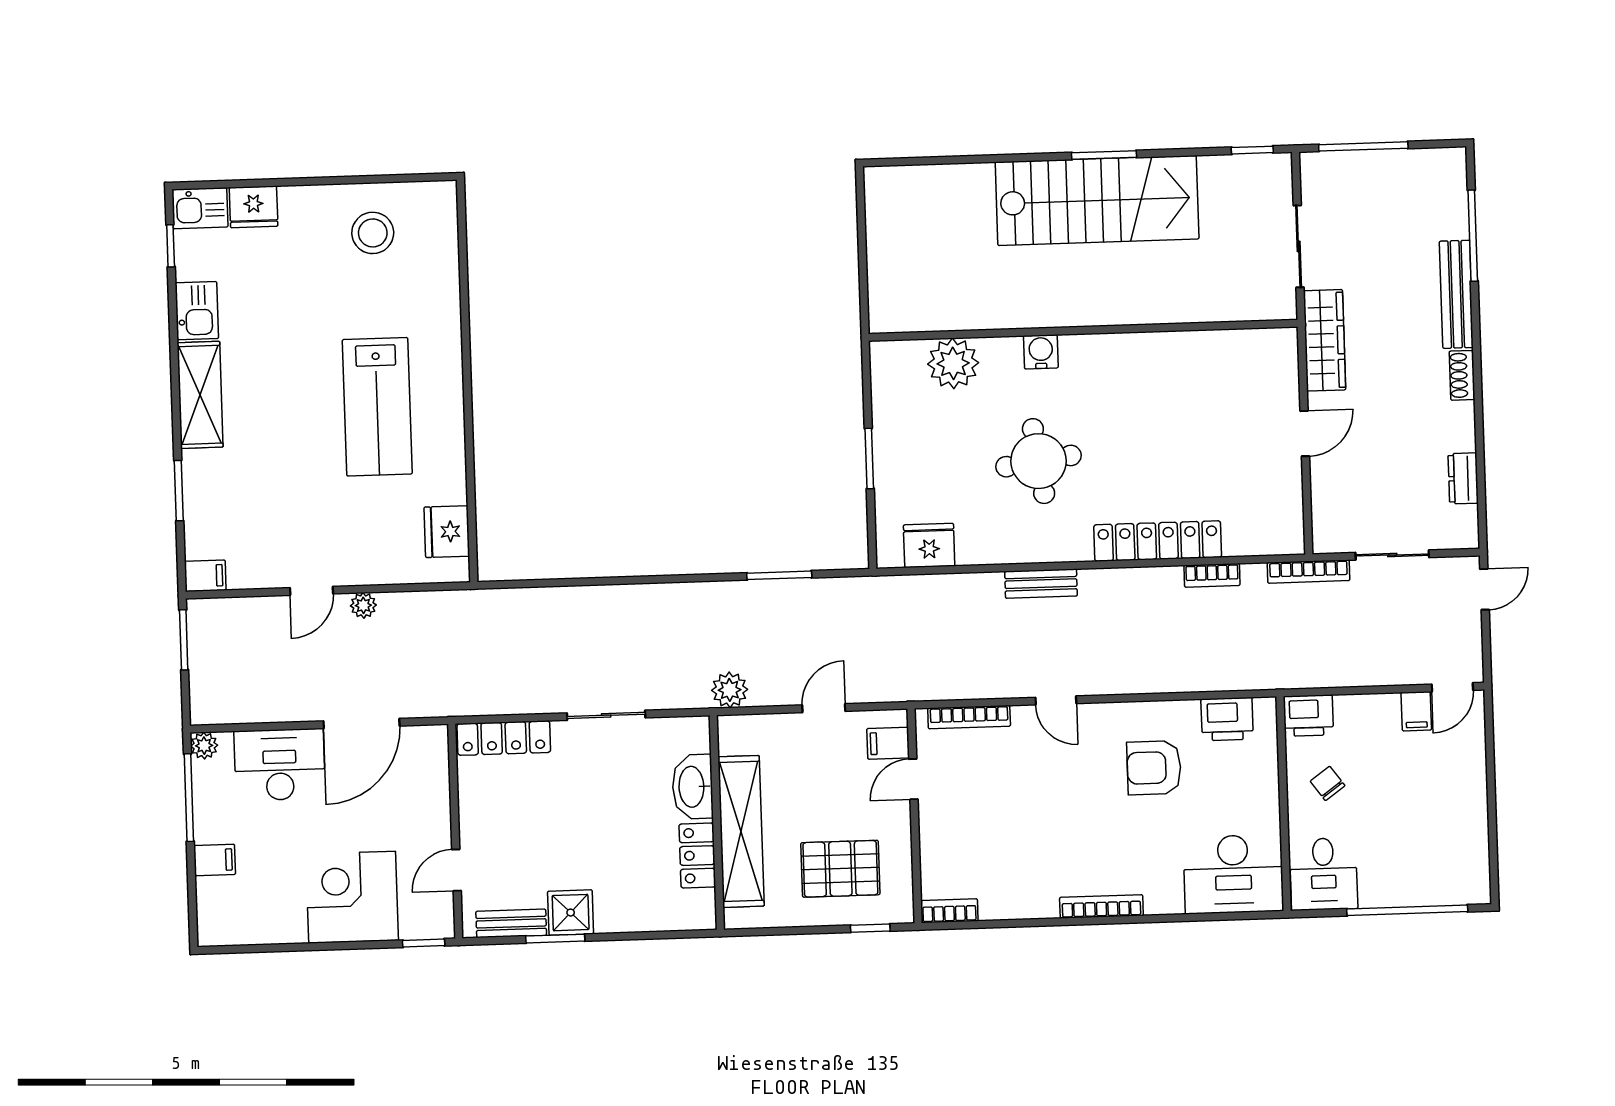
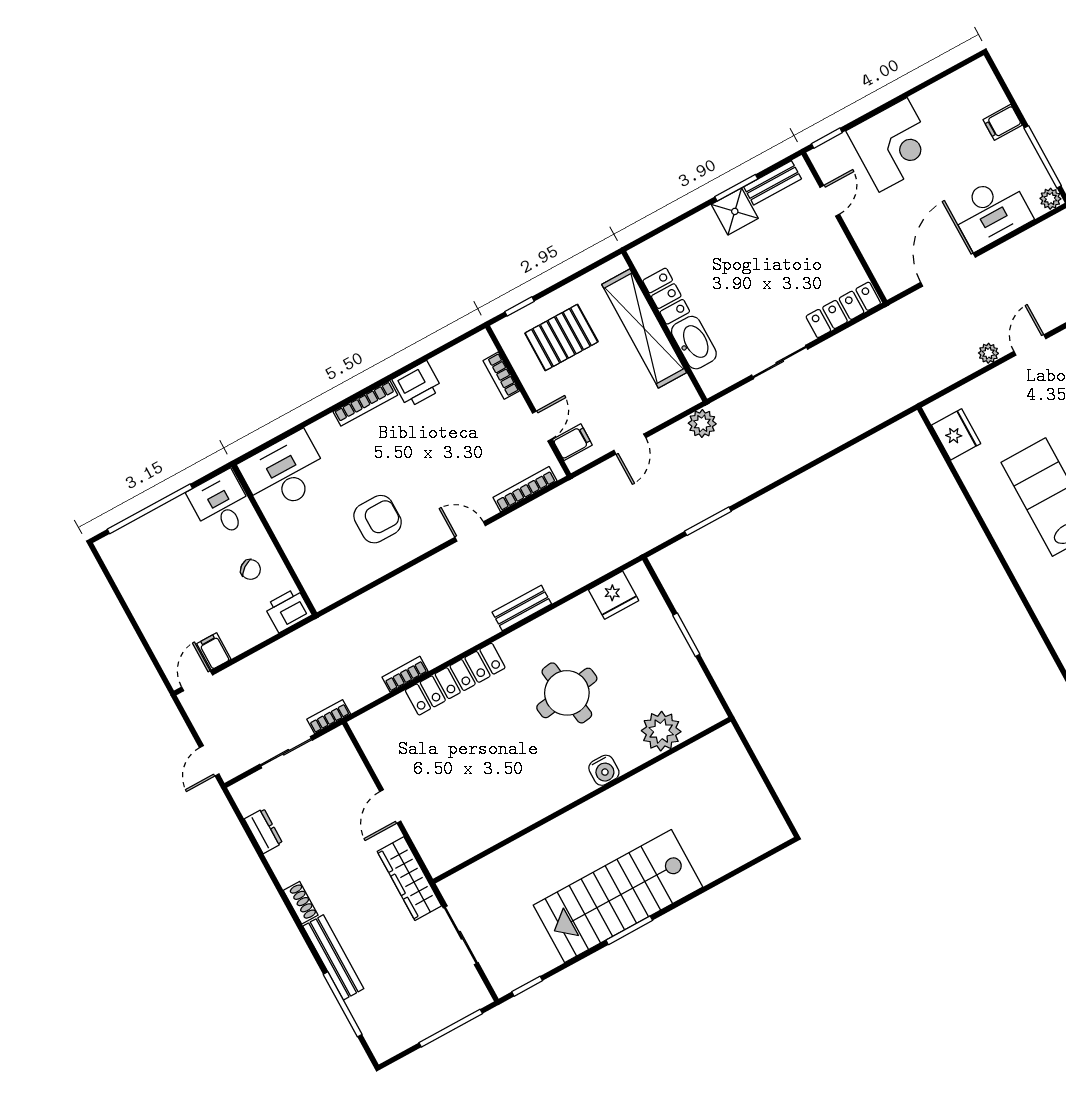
bookcase: (1308, 572) -> (329, 717), width x0.64
printer: (1227, 719) -> (417, 384), moved, turned 180
bookcase: (949, 911) -> (501, 376), moved, turned 90

